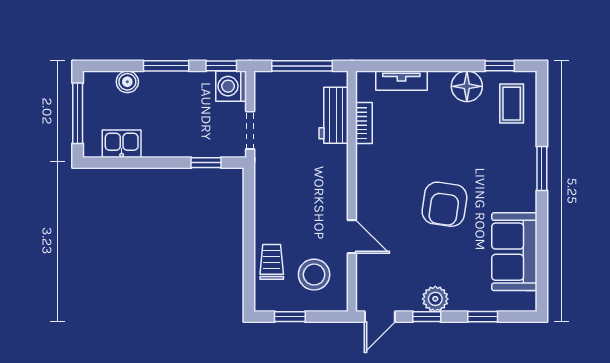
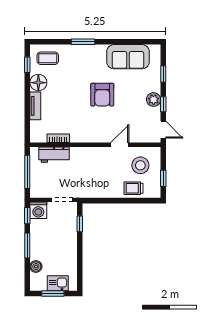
tv unit: (401, 81) -> (35, 106), moved
window: (78, 113) -> (53, 293), width x0.69
kitchen sink: (122, 144) -> (58, 283), moved, turned 90
armchair: (444, 204) -> (102, 95), turned 82

